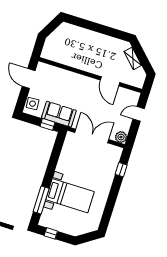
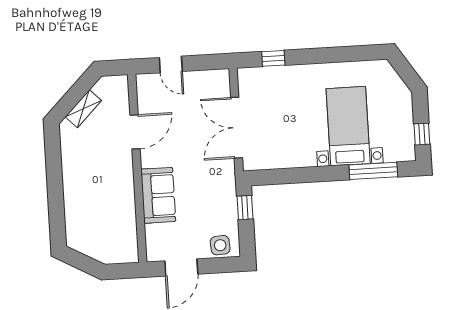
sofa: (59, 114) -> (158, 195), moved, turned 180
plant: (121, 137) -> (220, 79), removed

